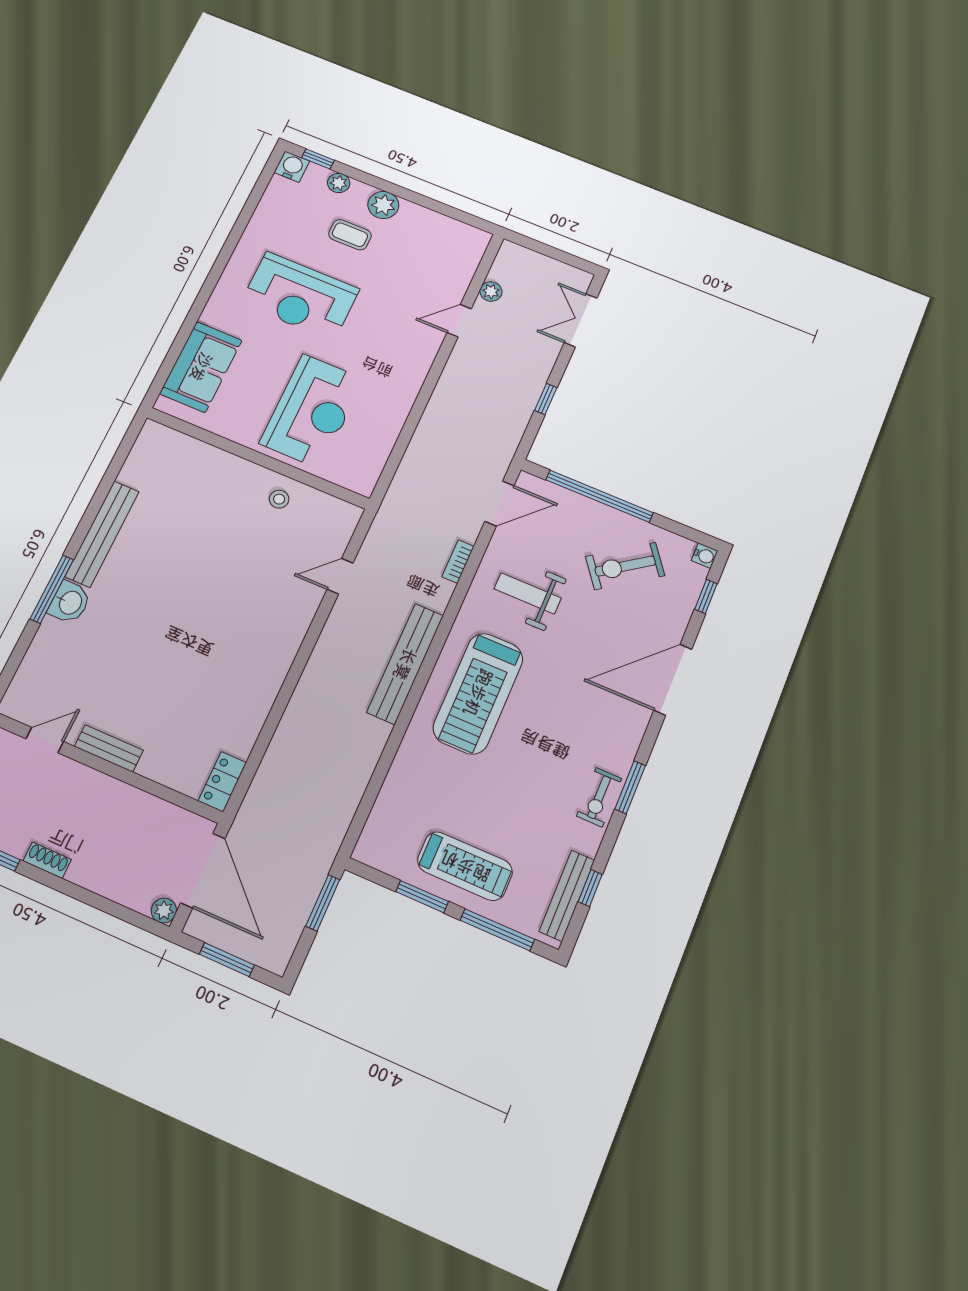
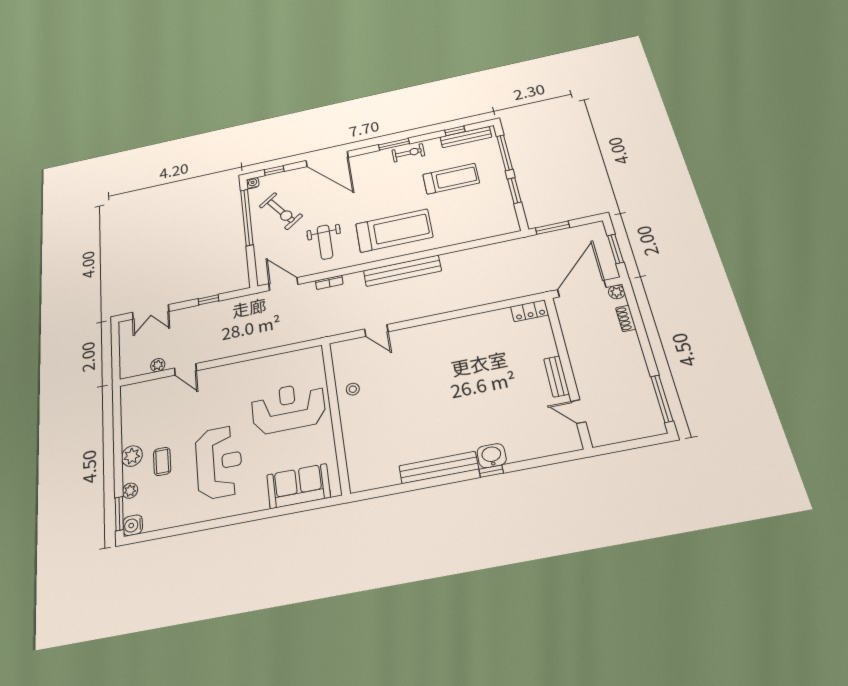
window: (318, 159) -> (119, 514), width x1.50
window: (599, 496) -> (247, 217), moved
window: (52, 589) -> (491, 471), width x0.46
shoe rack: (47, 860) -> (626, 318), moved
treadmill: (465, 866) -> (451, 179), moved, turned 90

